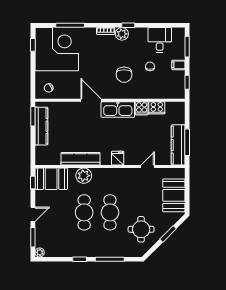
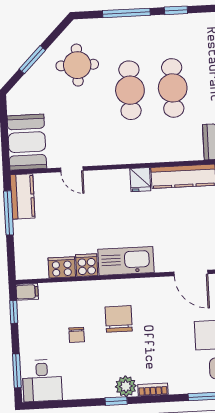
desk: (160, 40) -> (42, 381), moved
filing cabinet: (178, 65) -> (27, 292), moved
door: (91, 100) -> (191, 273), moved
kitchen counter: (178, 145) -> (23, 196), width x0.67
fridge: (118, 158) -> (140, 180), moved
door: (148, 167) -> (72, 169), hinge flipped
plant: (84, 176) -> (177, 149), removed
booth: (174, 195) -> (27, 142), moved

